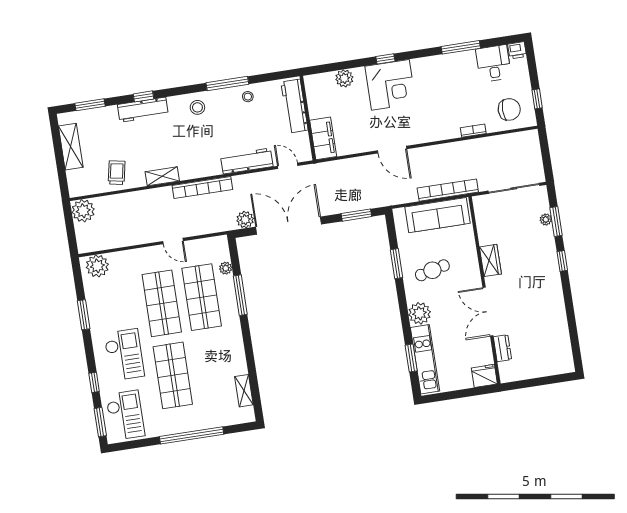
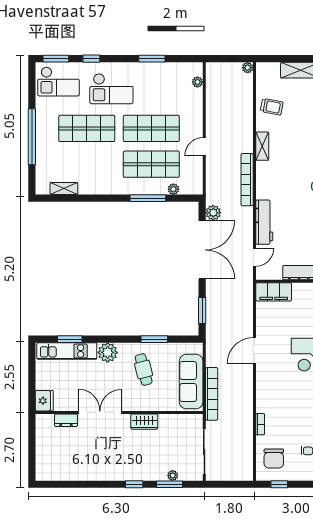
plant: (83, 211) -> (248, 68), width x0.53, depth x0.53
plant: (97, 266) -> (197, 82), width x0.53, depth x0.53

